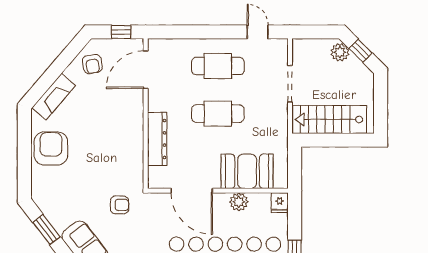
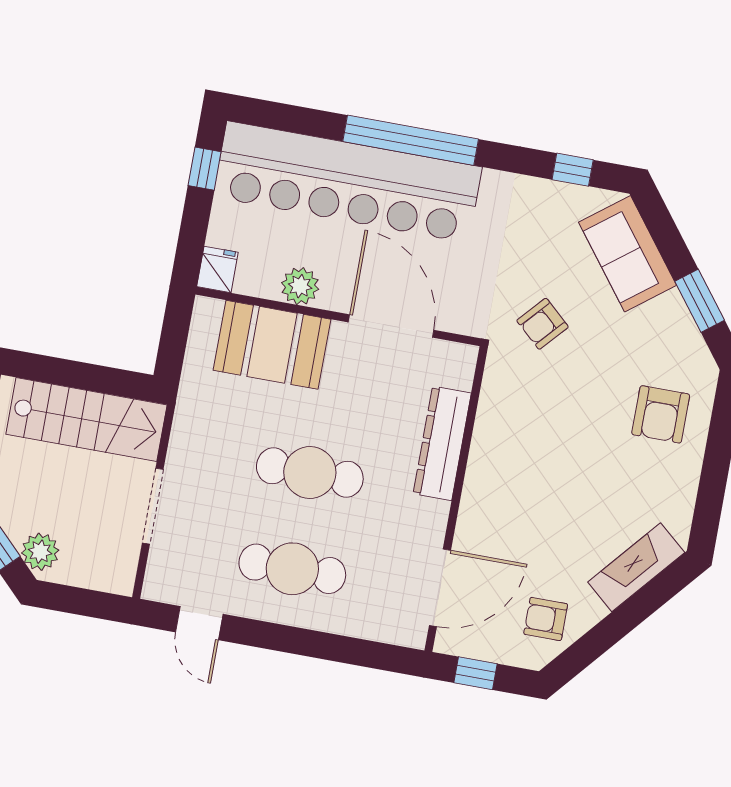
armchair: (92, 64) -> (546, 619), turned -80
armchair: (51, 148) -> (661, 414), moved, width x0.73, depth x0.73
armchair: (120, 205) -> (543, 324), turned -48

